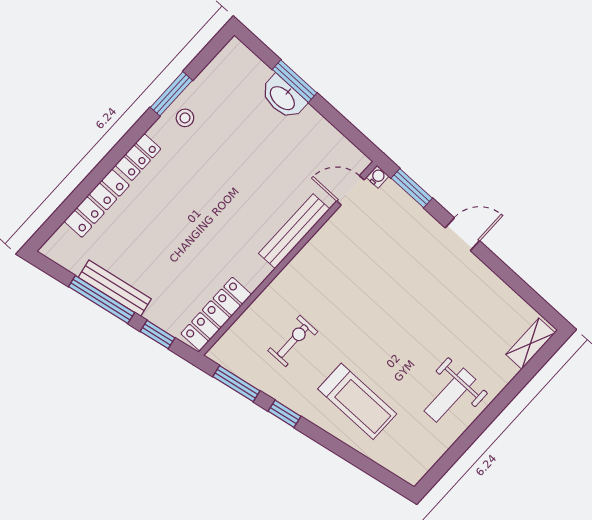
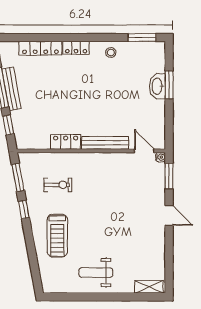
window: (171, 94) -> (142, 37), moved
locker: (216, 314) -> (66, 142), moved, width x0.66

